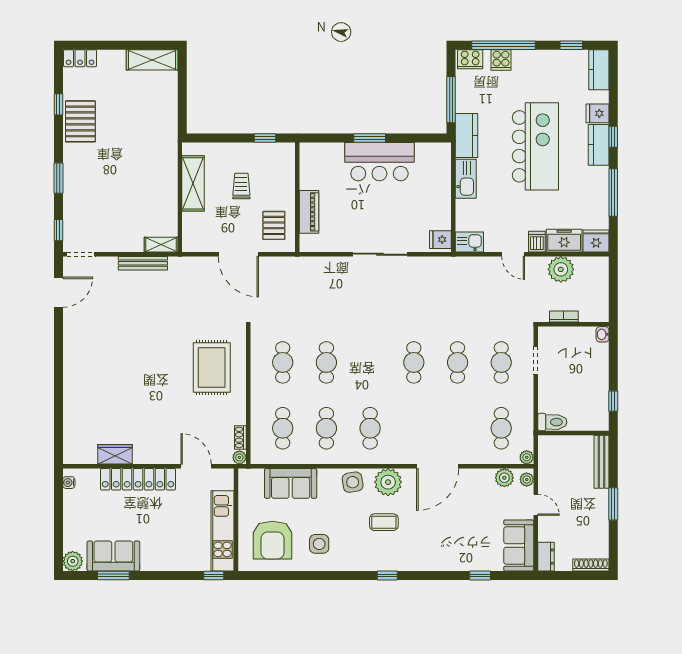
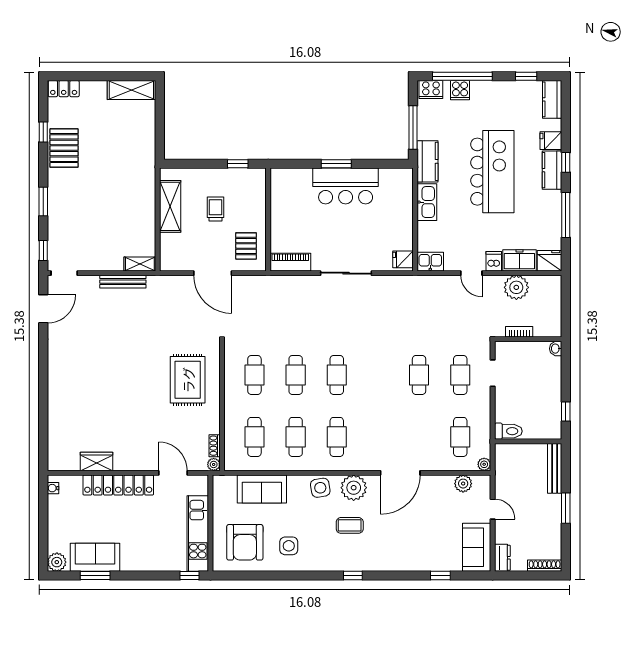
piano: (309, 212) -> (290, 262), moved, turned -90
cafe table: (414, 362) -> (337, 375), moved
plant: (527, 479) -> (484, 485), removed

